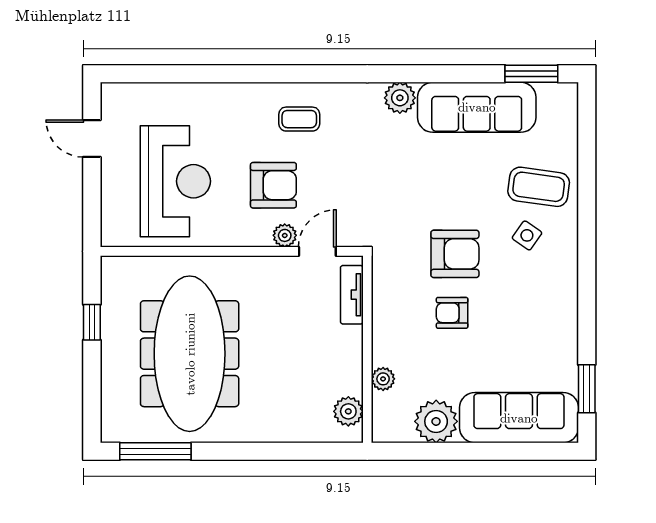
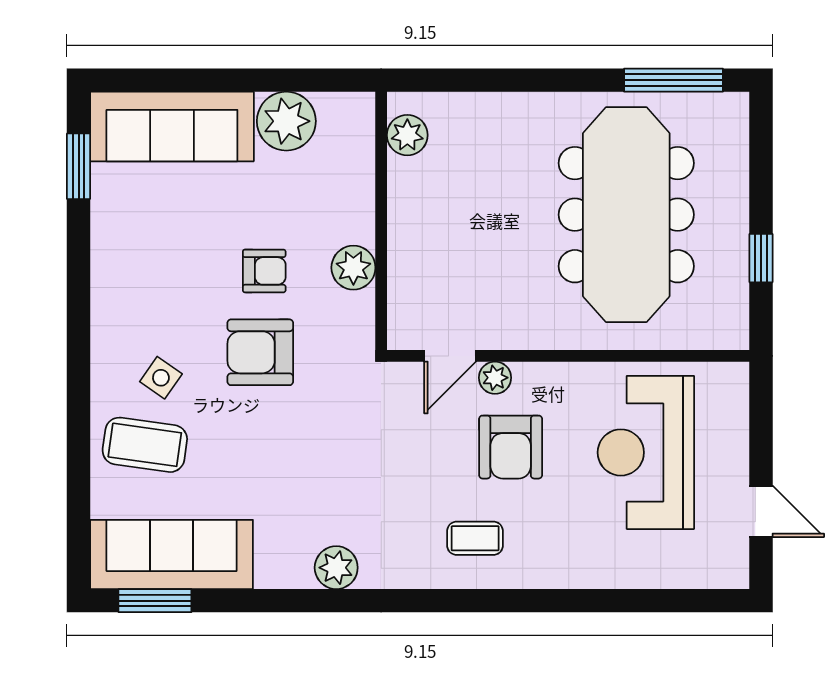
sofa: (477, 107) -> (172, 554), moved
armchair: (273, 185) -> (511, 447), turned -90
tv unit: (352, 295) -> (402, 296), removed
plant: (383, 379) -> (353, 268), moved, width x1.38, depth x1.38

